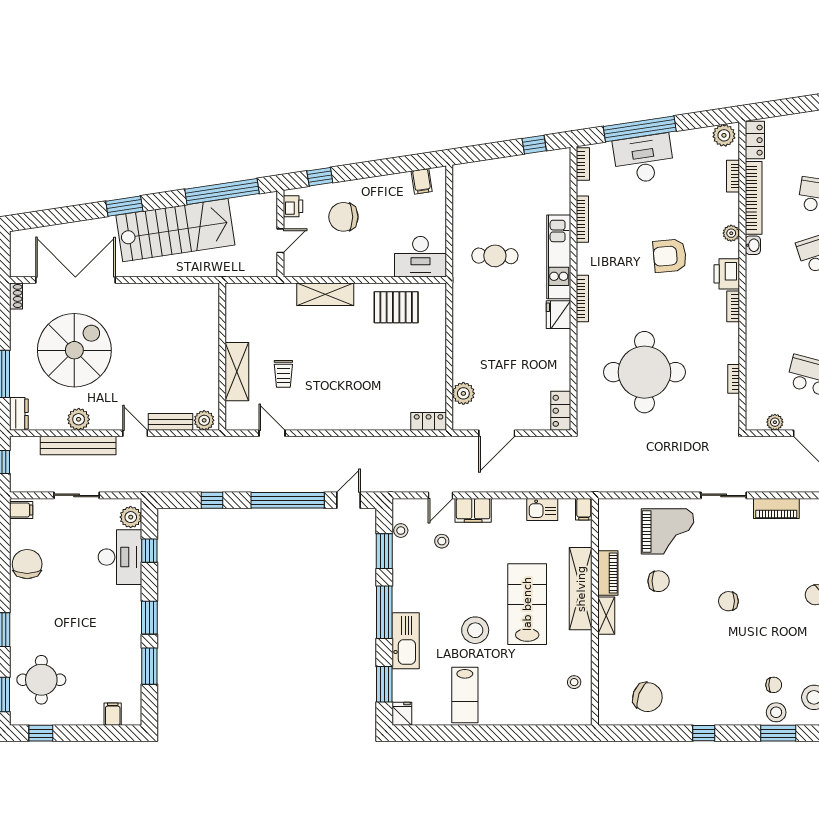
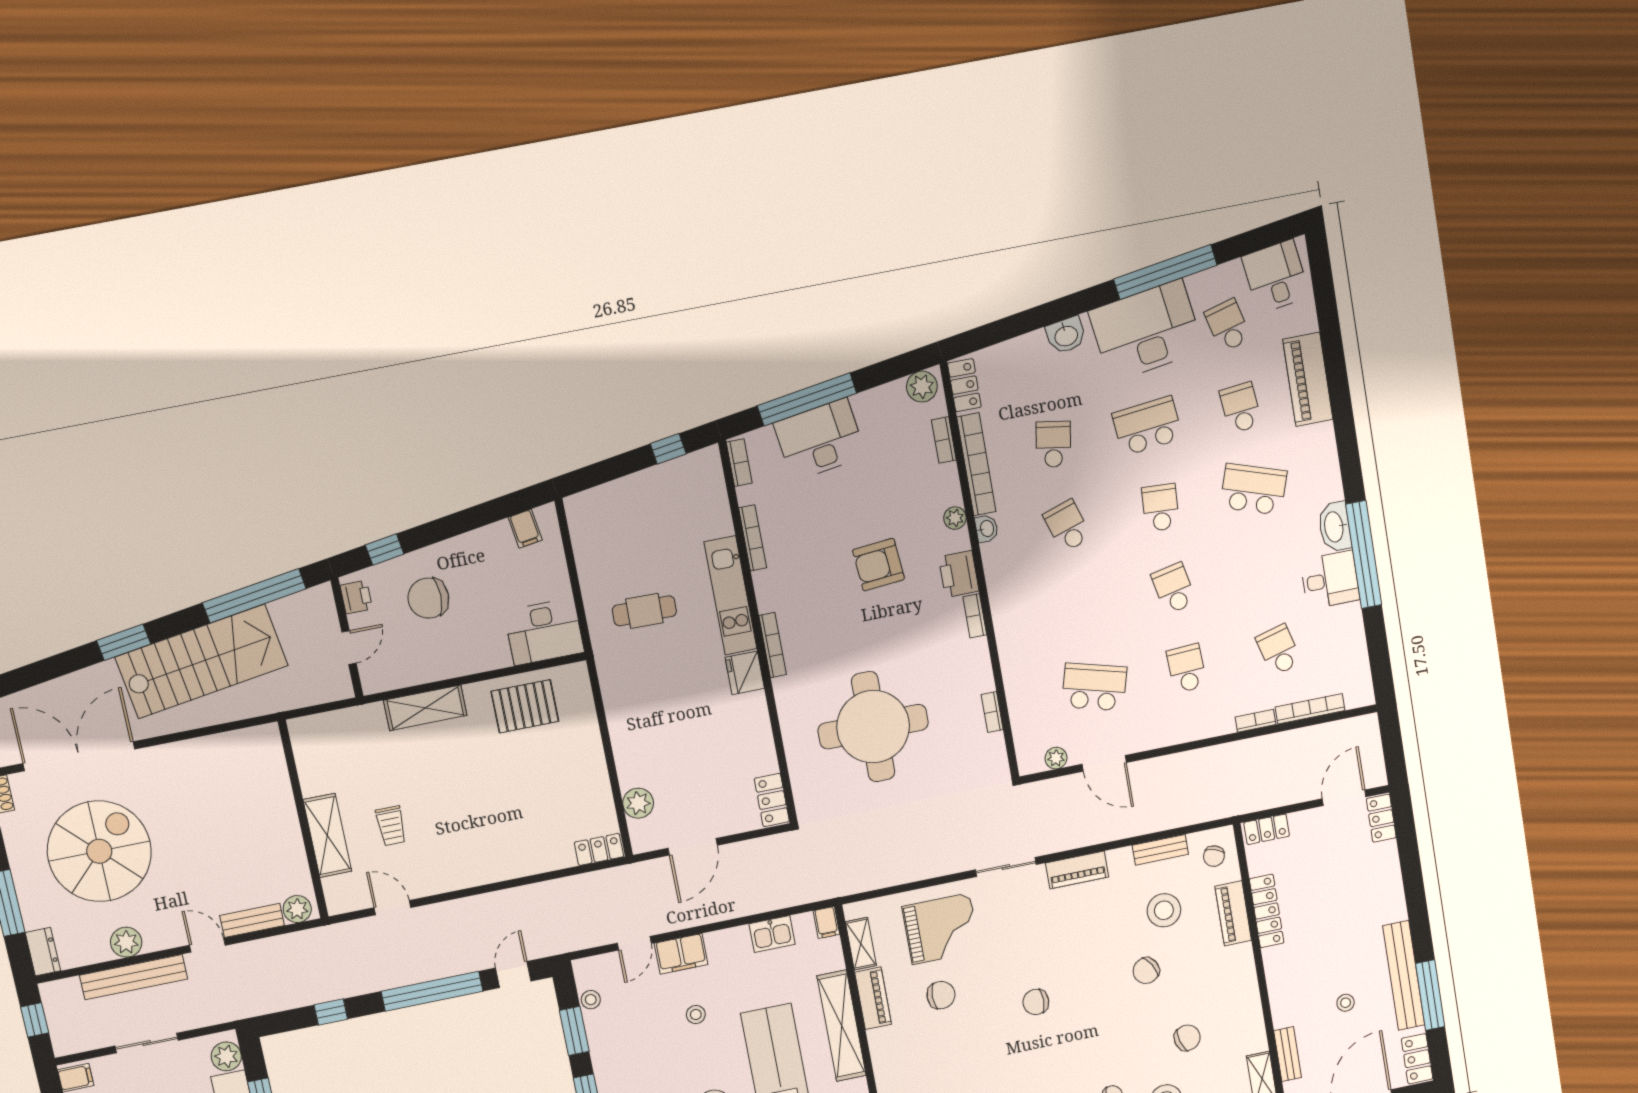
stool: (442, 541) -> (696, 1014), moved
shelving: (606, 616) -> (861, 944), moved

